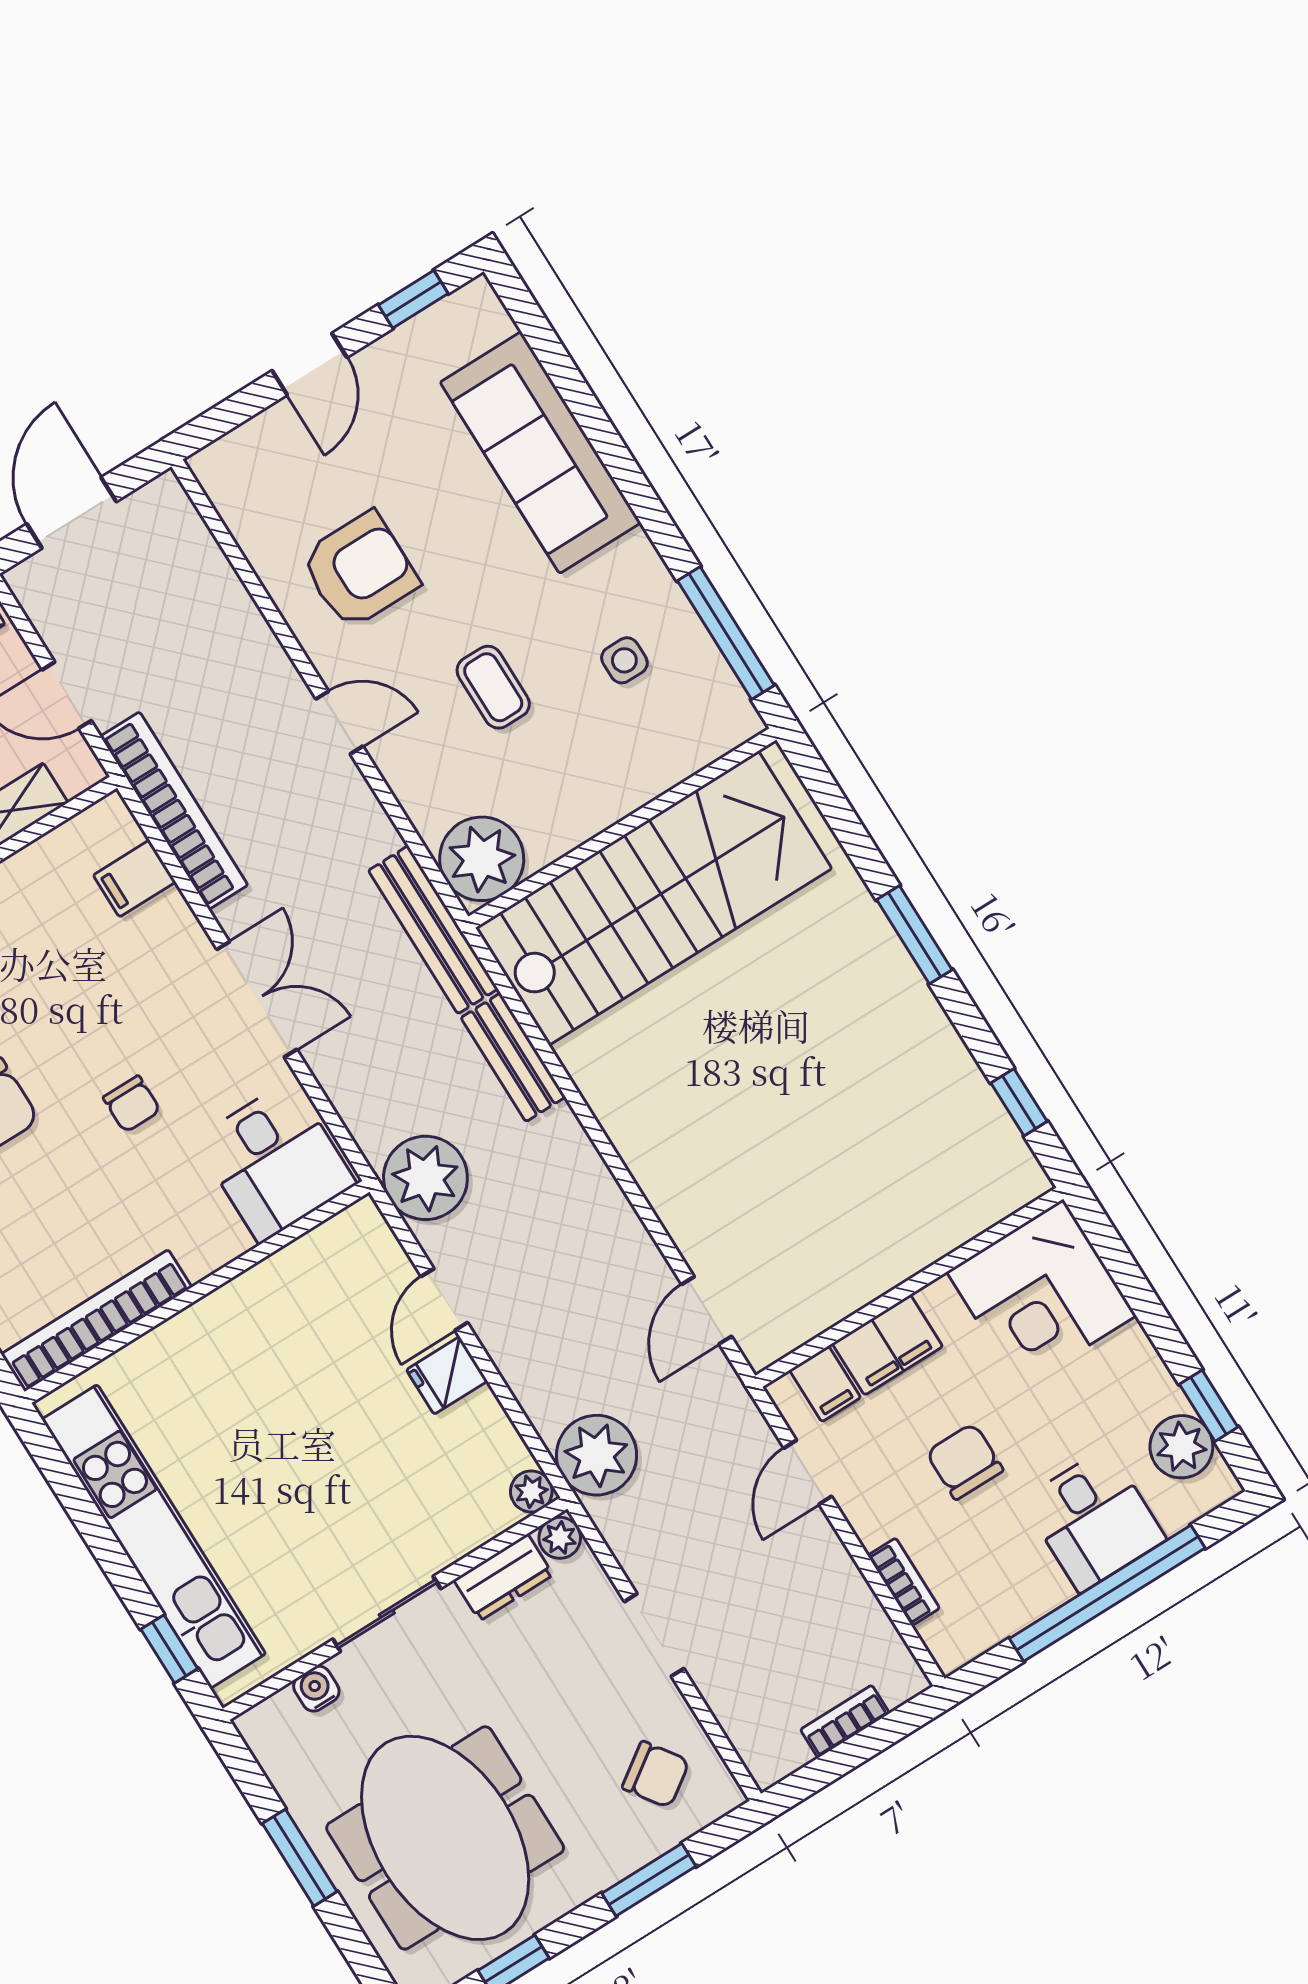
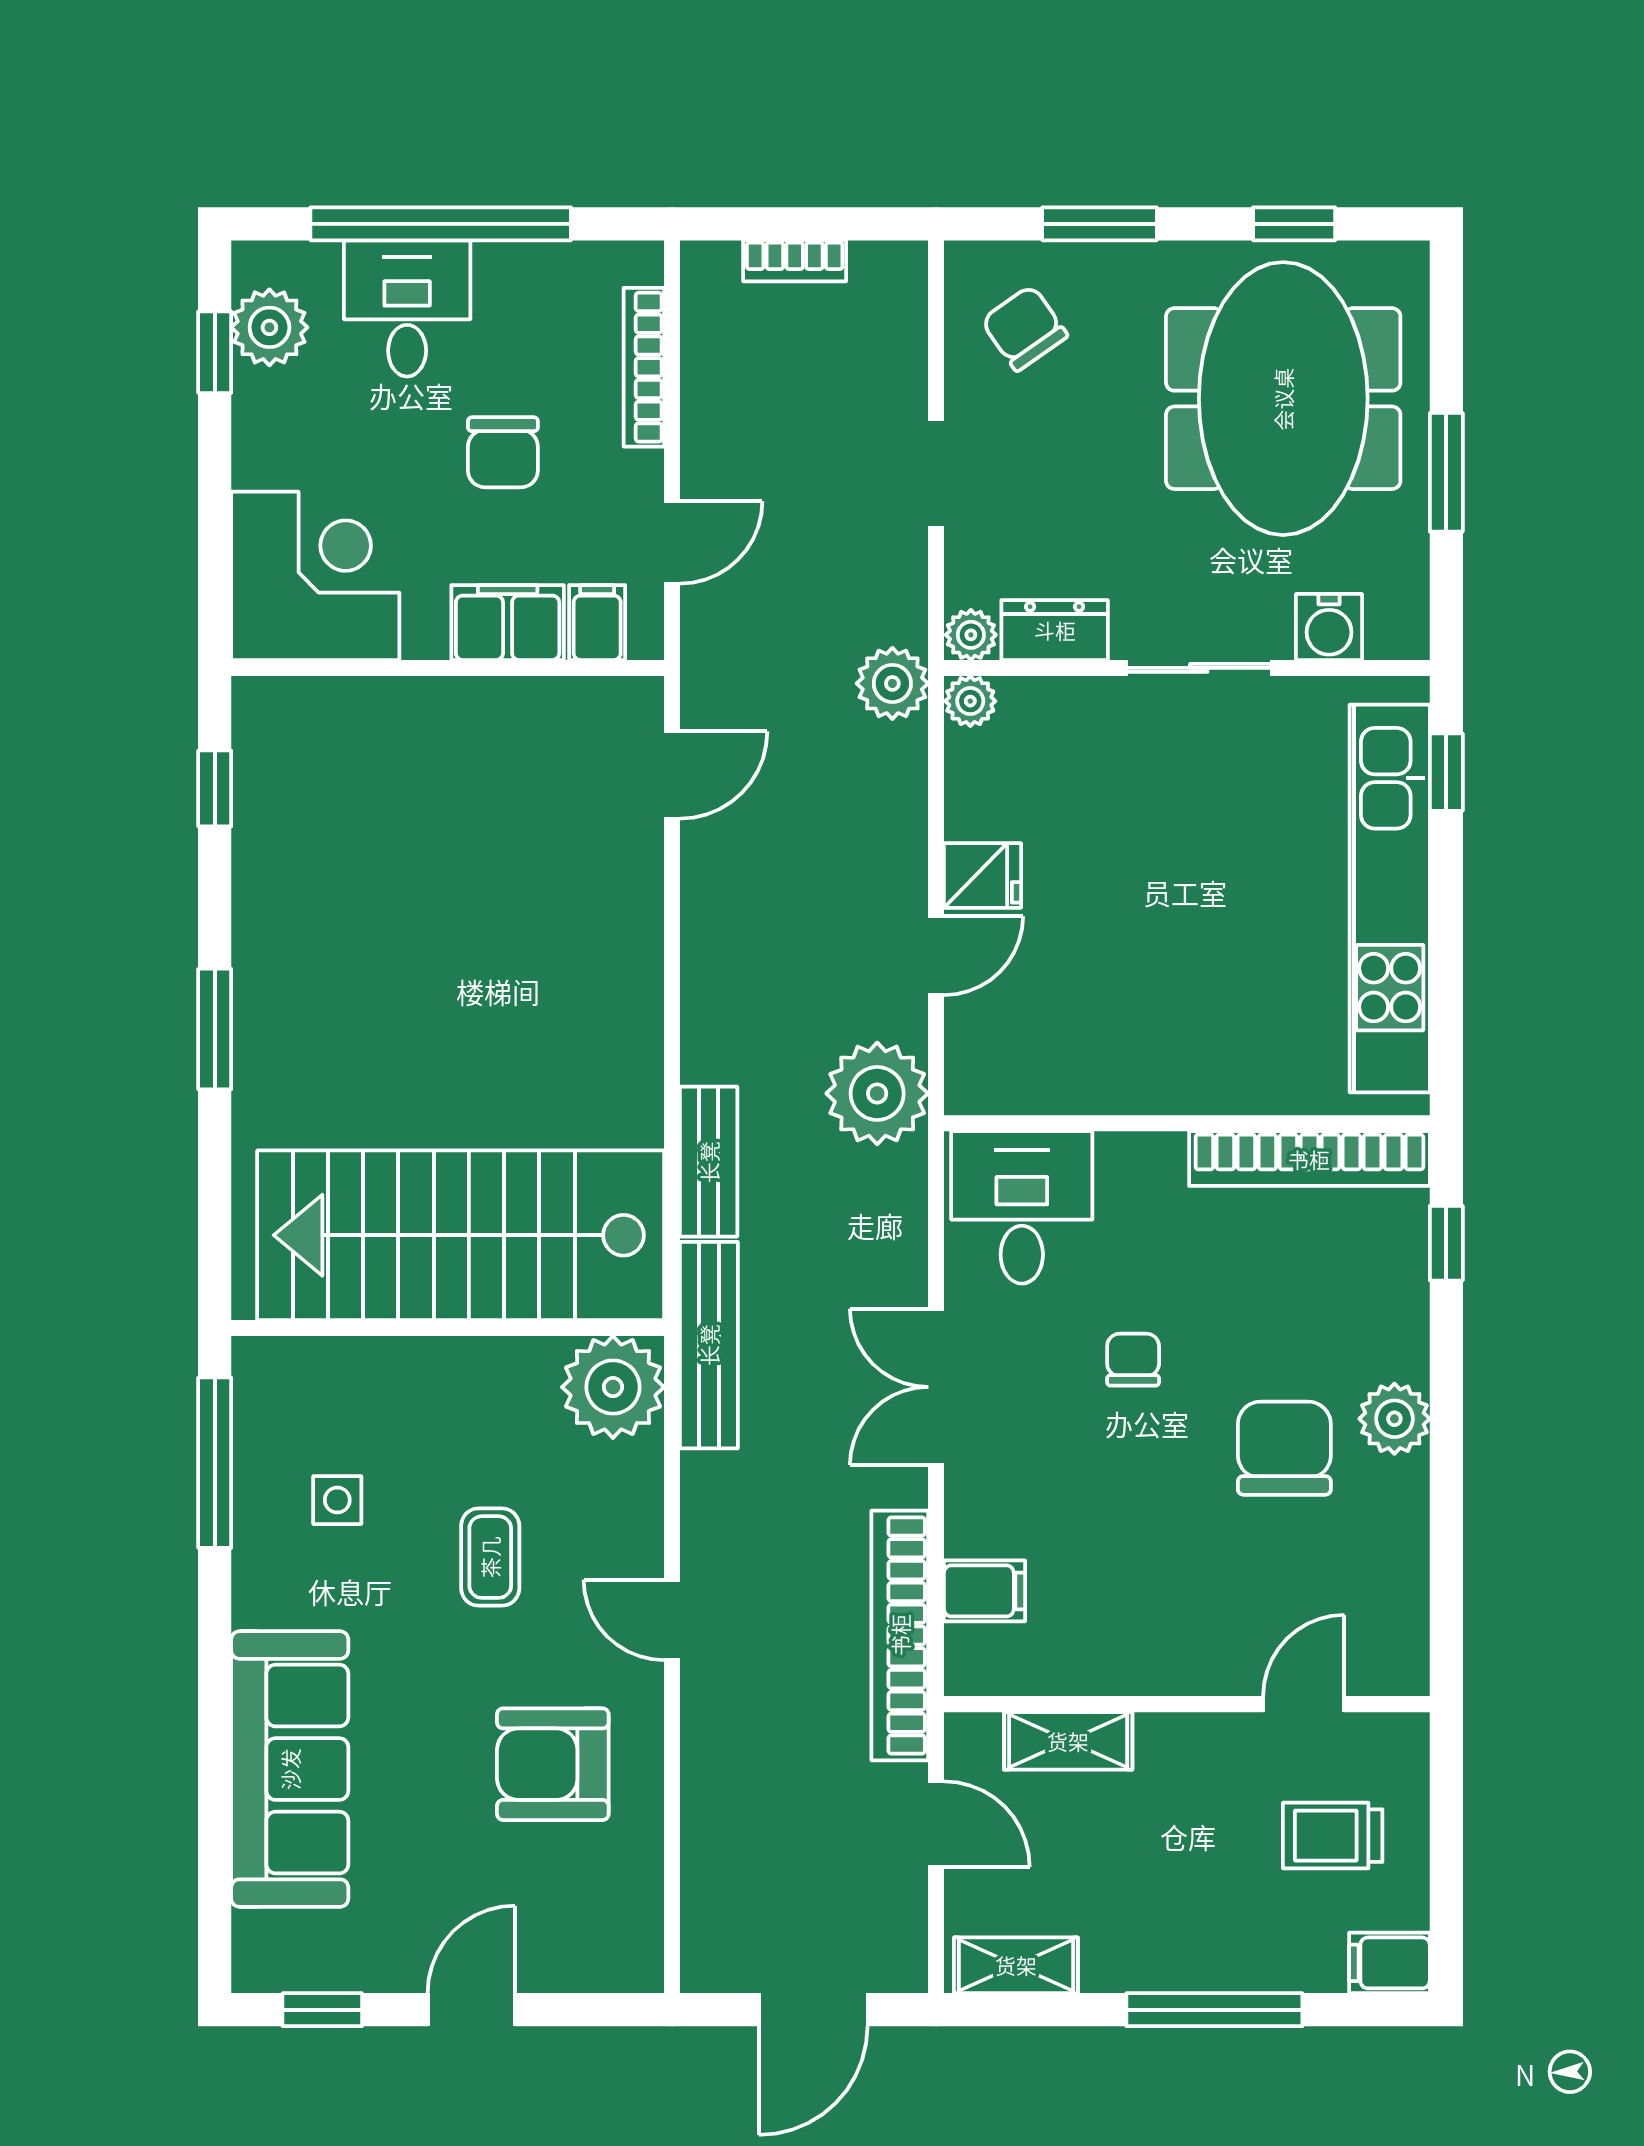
plant: (597, 1455) -> (892, 683), width x0.73, depth x0.73
bookcase: (904, 1582) -> (644, 367), width x1.56
water cooler: (316, 1689) -> (1329, 627), width x1.38, depth x1.38

